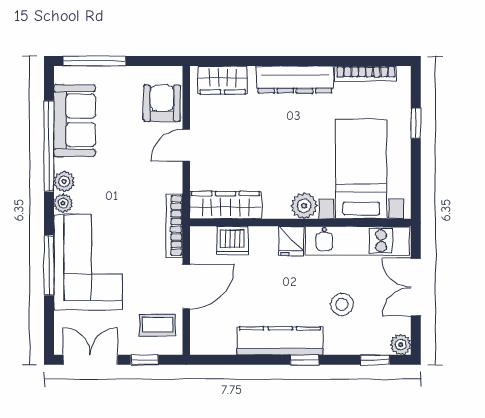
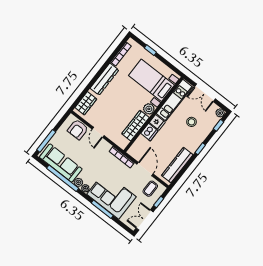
armchair: (162, 103) -> (78, 129), turned -90
sofa: (74, 120) -> (61, 163), width x1.36
wardrobe: (226, 205) -> (135, 126), moved
dishwasher: (232, 241) -> (149, 132), moved
kitchen counter: (280, 341) -> (177, 165), moved

